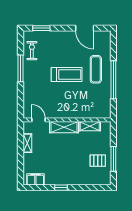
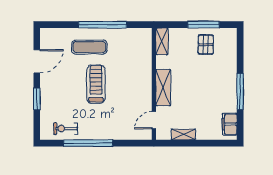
window: (41, 28) -> (37, 99), moved
window: (20, 68) -> (88, 143), width x1.46
shelving: (90, 126) -> (162, 41), moved
window: (61, 188) -> (240, 91), width x2.17

